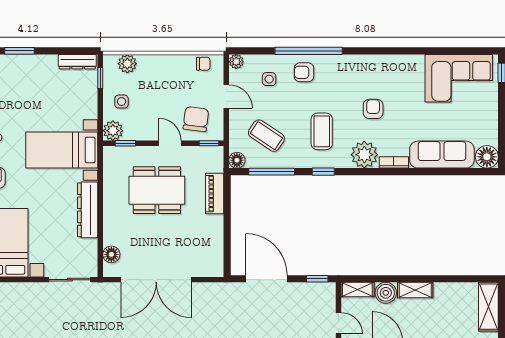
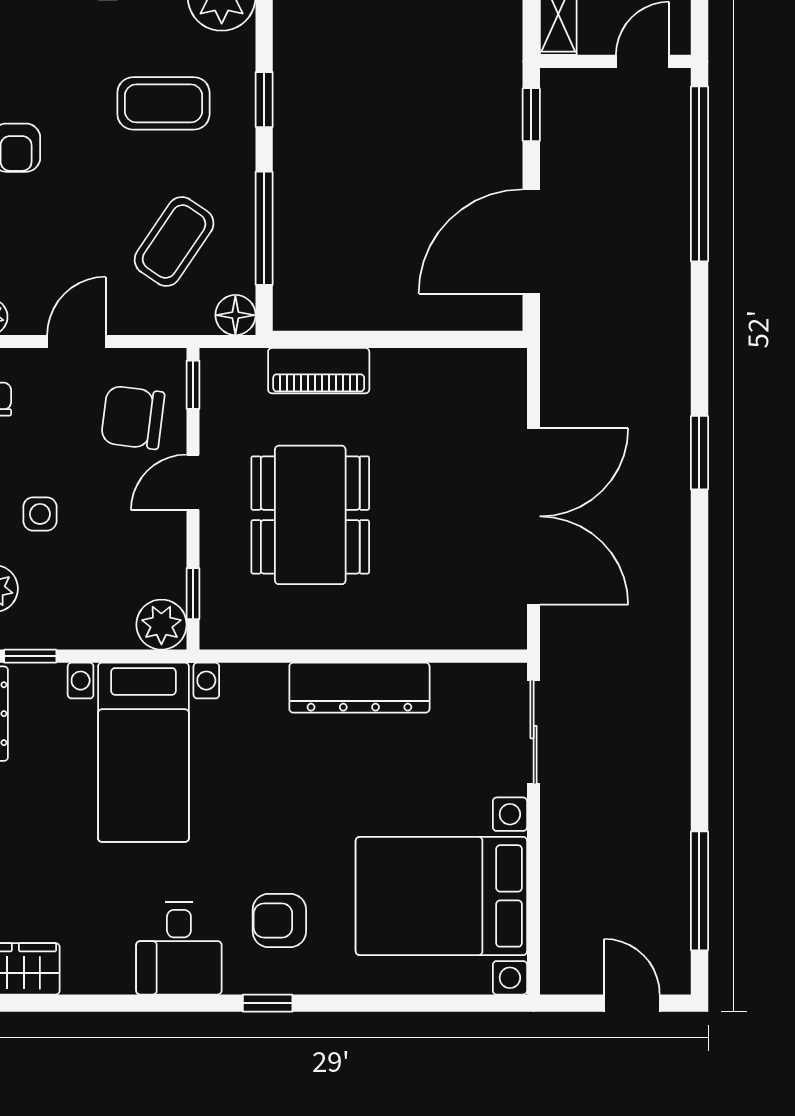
side table: (269, 79) -> (33, 235), removed
side table: (121, 102) -> (40, 514), moved
bed with nightstands: (62, 150) -> (143, 752), moved
floor lamp: (111, 254) -> (471, 629), removed

